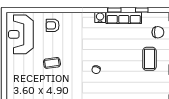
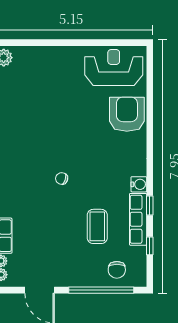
armchair: (53, 25) -> (127, 114), width x1.88, depth x1.88
coffee table: (149, 59) -> (97, 226), moved, turned 90
coffee table: (52, 63) -> (72, 113), removed

